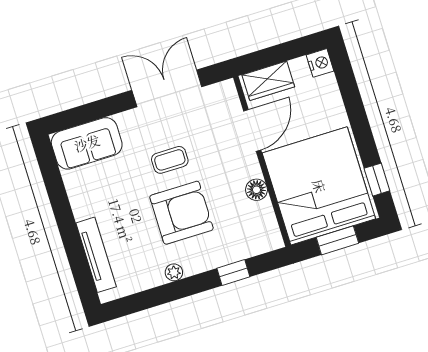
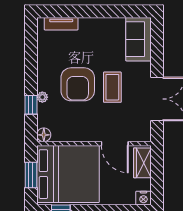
coffee table: (170, 160) -> (112, 87), width x1.36, depth x1.30
floor lamp: (256, 190) -> (44, 135), moved
tv unit: (96, 255) -> (61, 24), width x0.71
plant: (174, 272) -> (42, 97), moved

